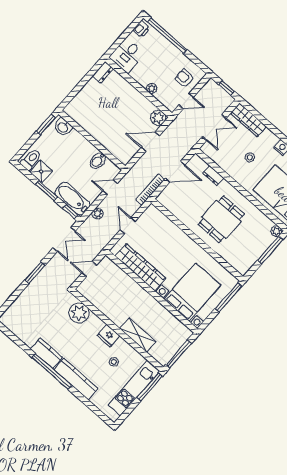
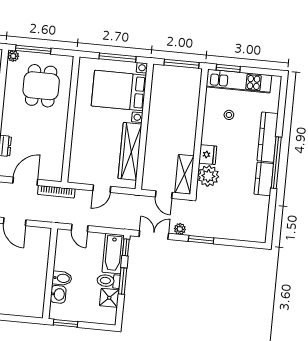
washbasin: (63, 127) -> (58, 294), moved
toilet: (31, 159) -> (108, 281), moved
bidet: (98, 161) -> (62, 278), moved
door: (175, 172) -> (25, 181), hinge flipped
plant: (98, 214) -> (180, 229), moved
dining table: (221, 219) -> (41, 86), moved, turned 90
window: (228, 297) -> (118, 58), moved
shelving: (138, 335) -> (184, 174), moved
fridge: (108, 336) -> (208, 155), moved
window: (150, 387) -> (228, 68), width x0.69

